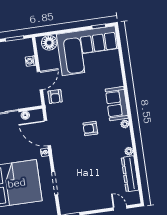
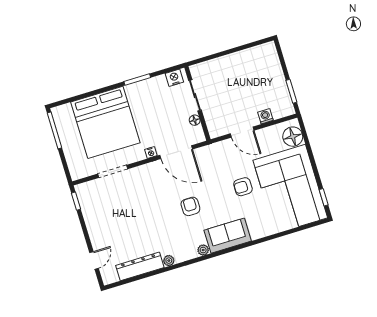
armchair: (55, 97) -> (243, 187), moved
door: (47, 133) -> (176, 152), swing flipped

